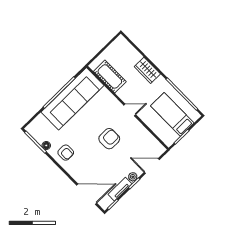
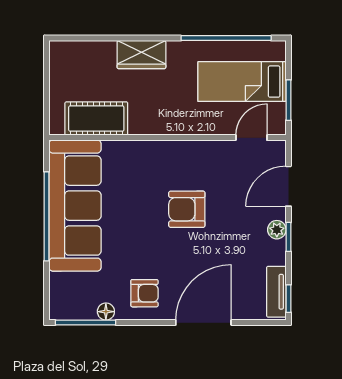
door: (130, 110) -> (251, 138), moved
armchair: (109, 139) -> (187, 209), turned -90
tv unit: (120, 189) -> (276, 292), moved
door: (87, 194) -> (203, 323), moved

